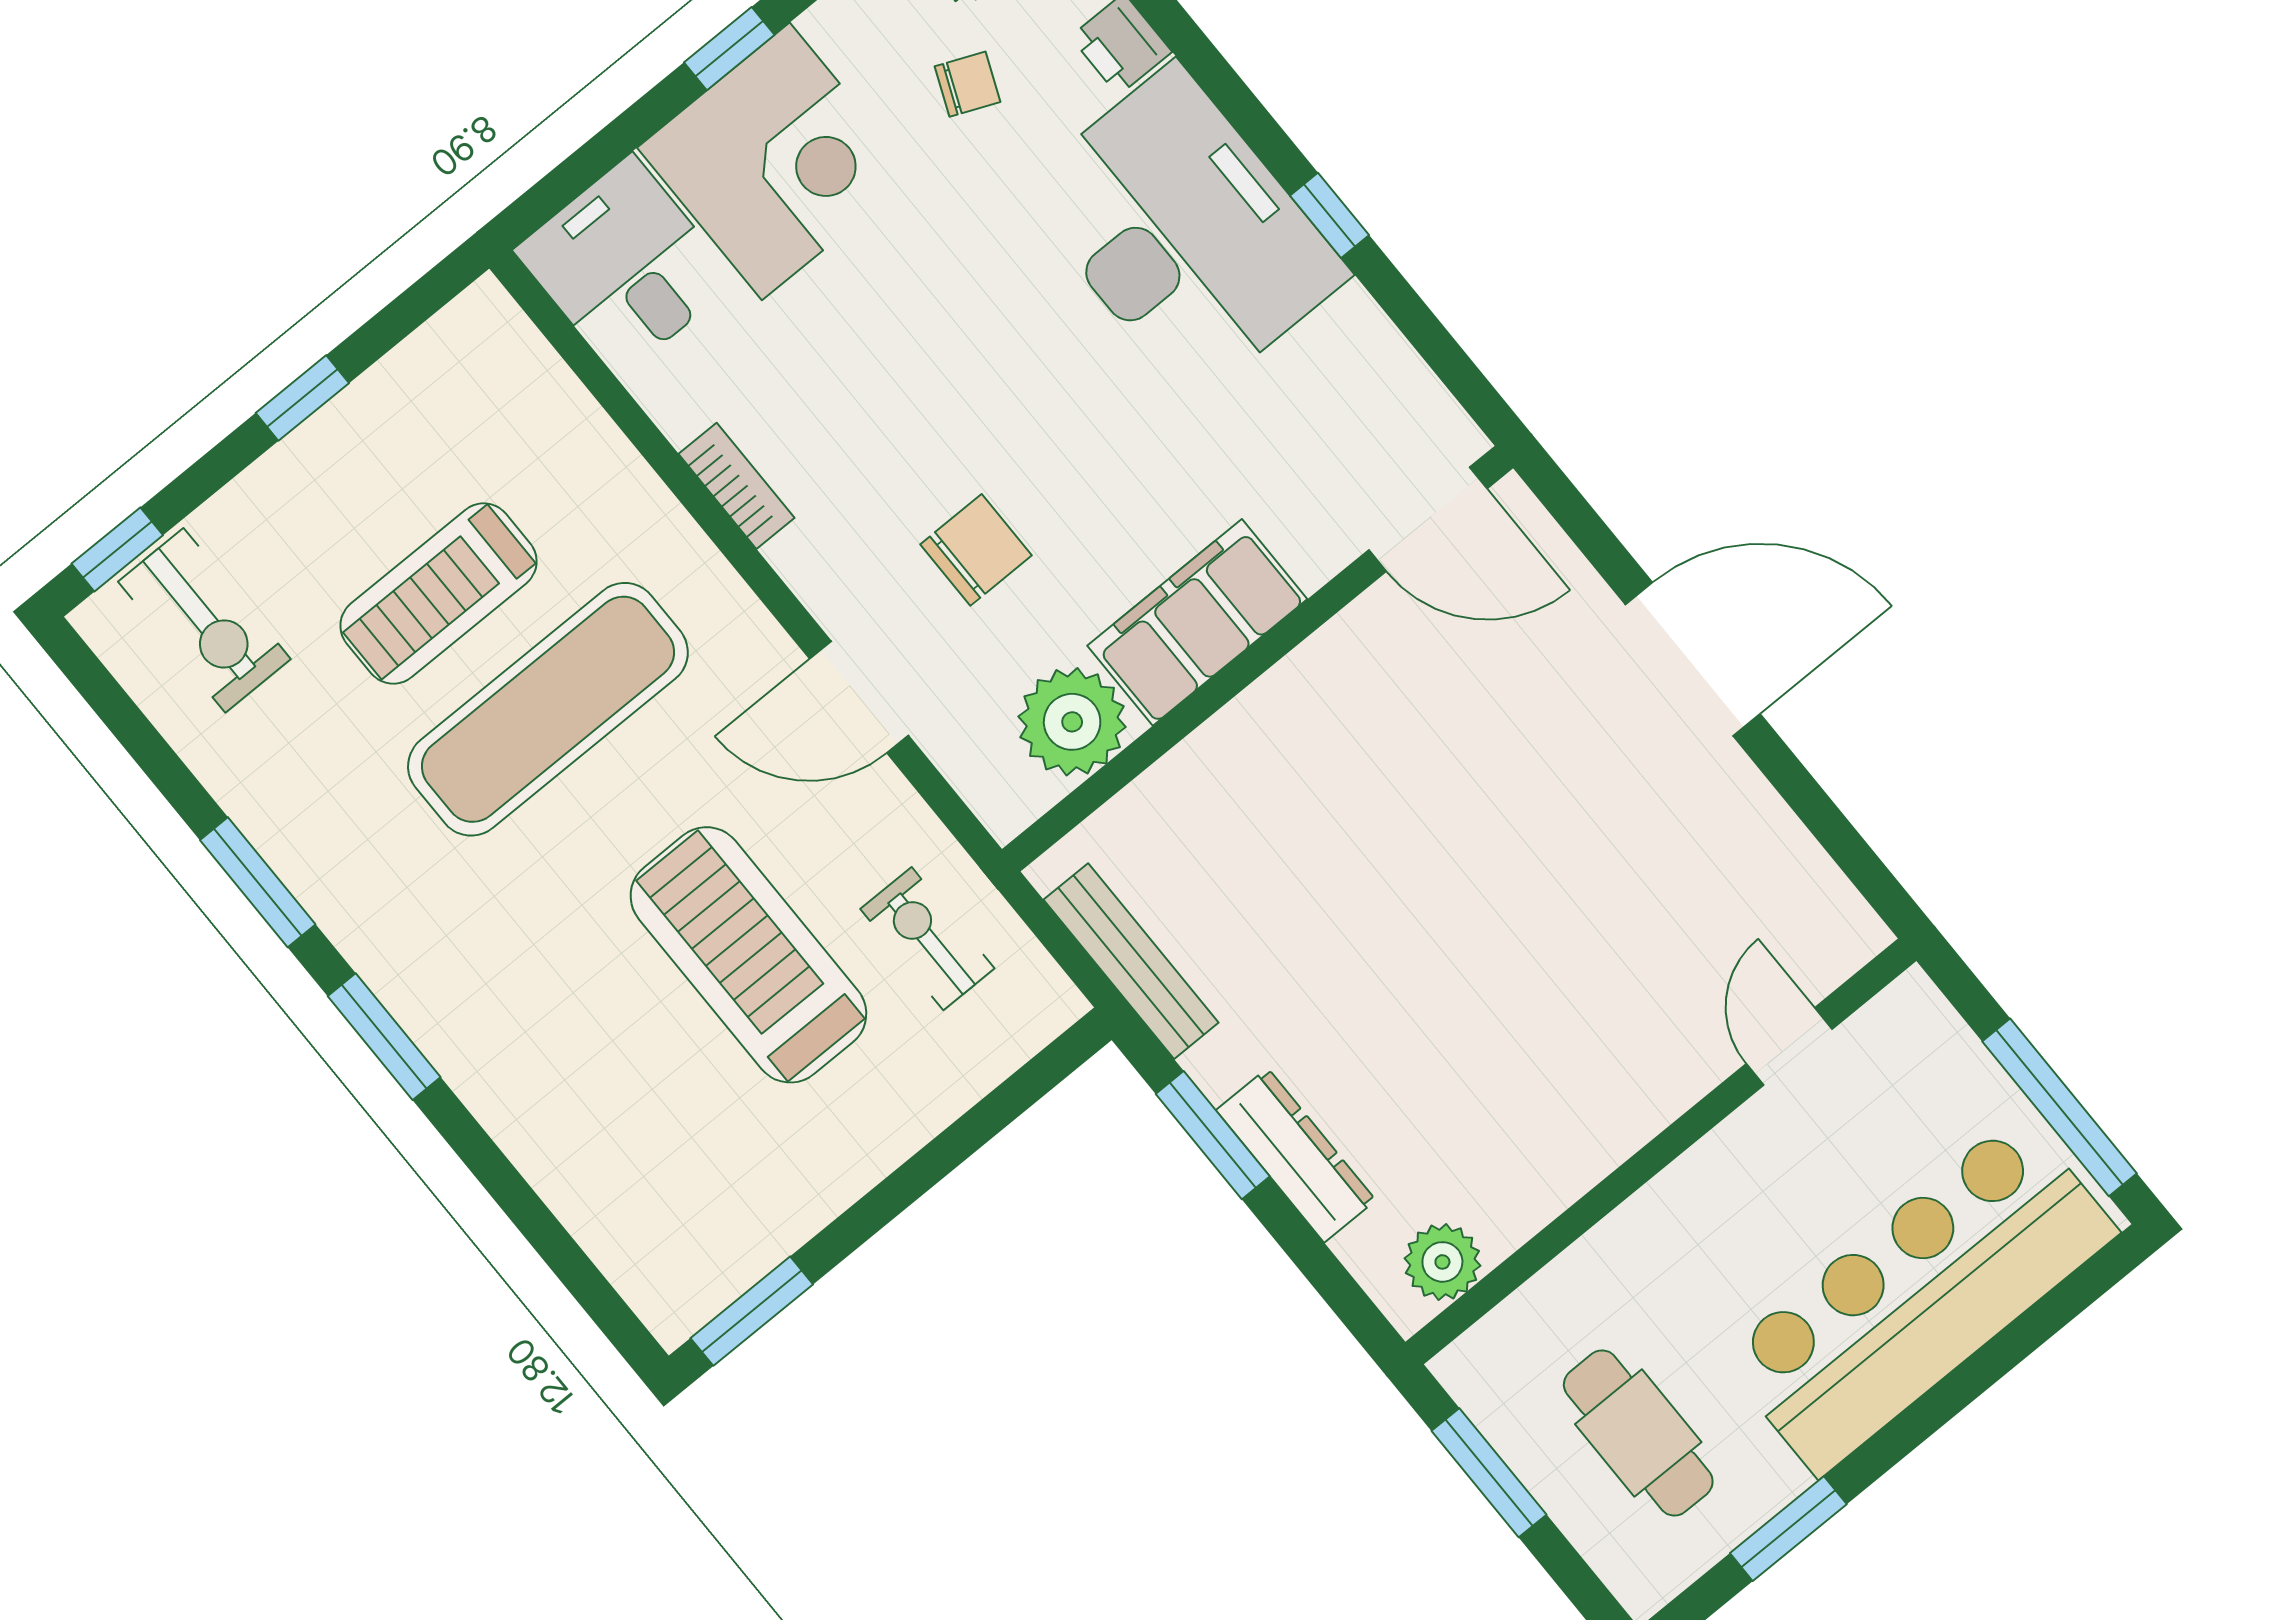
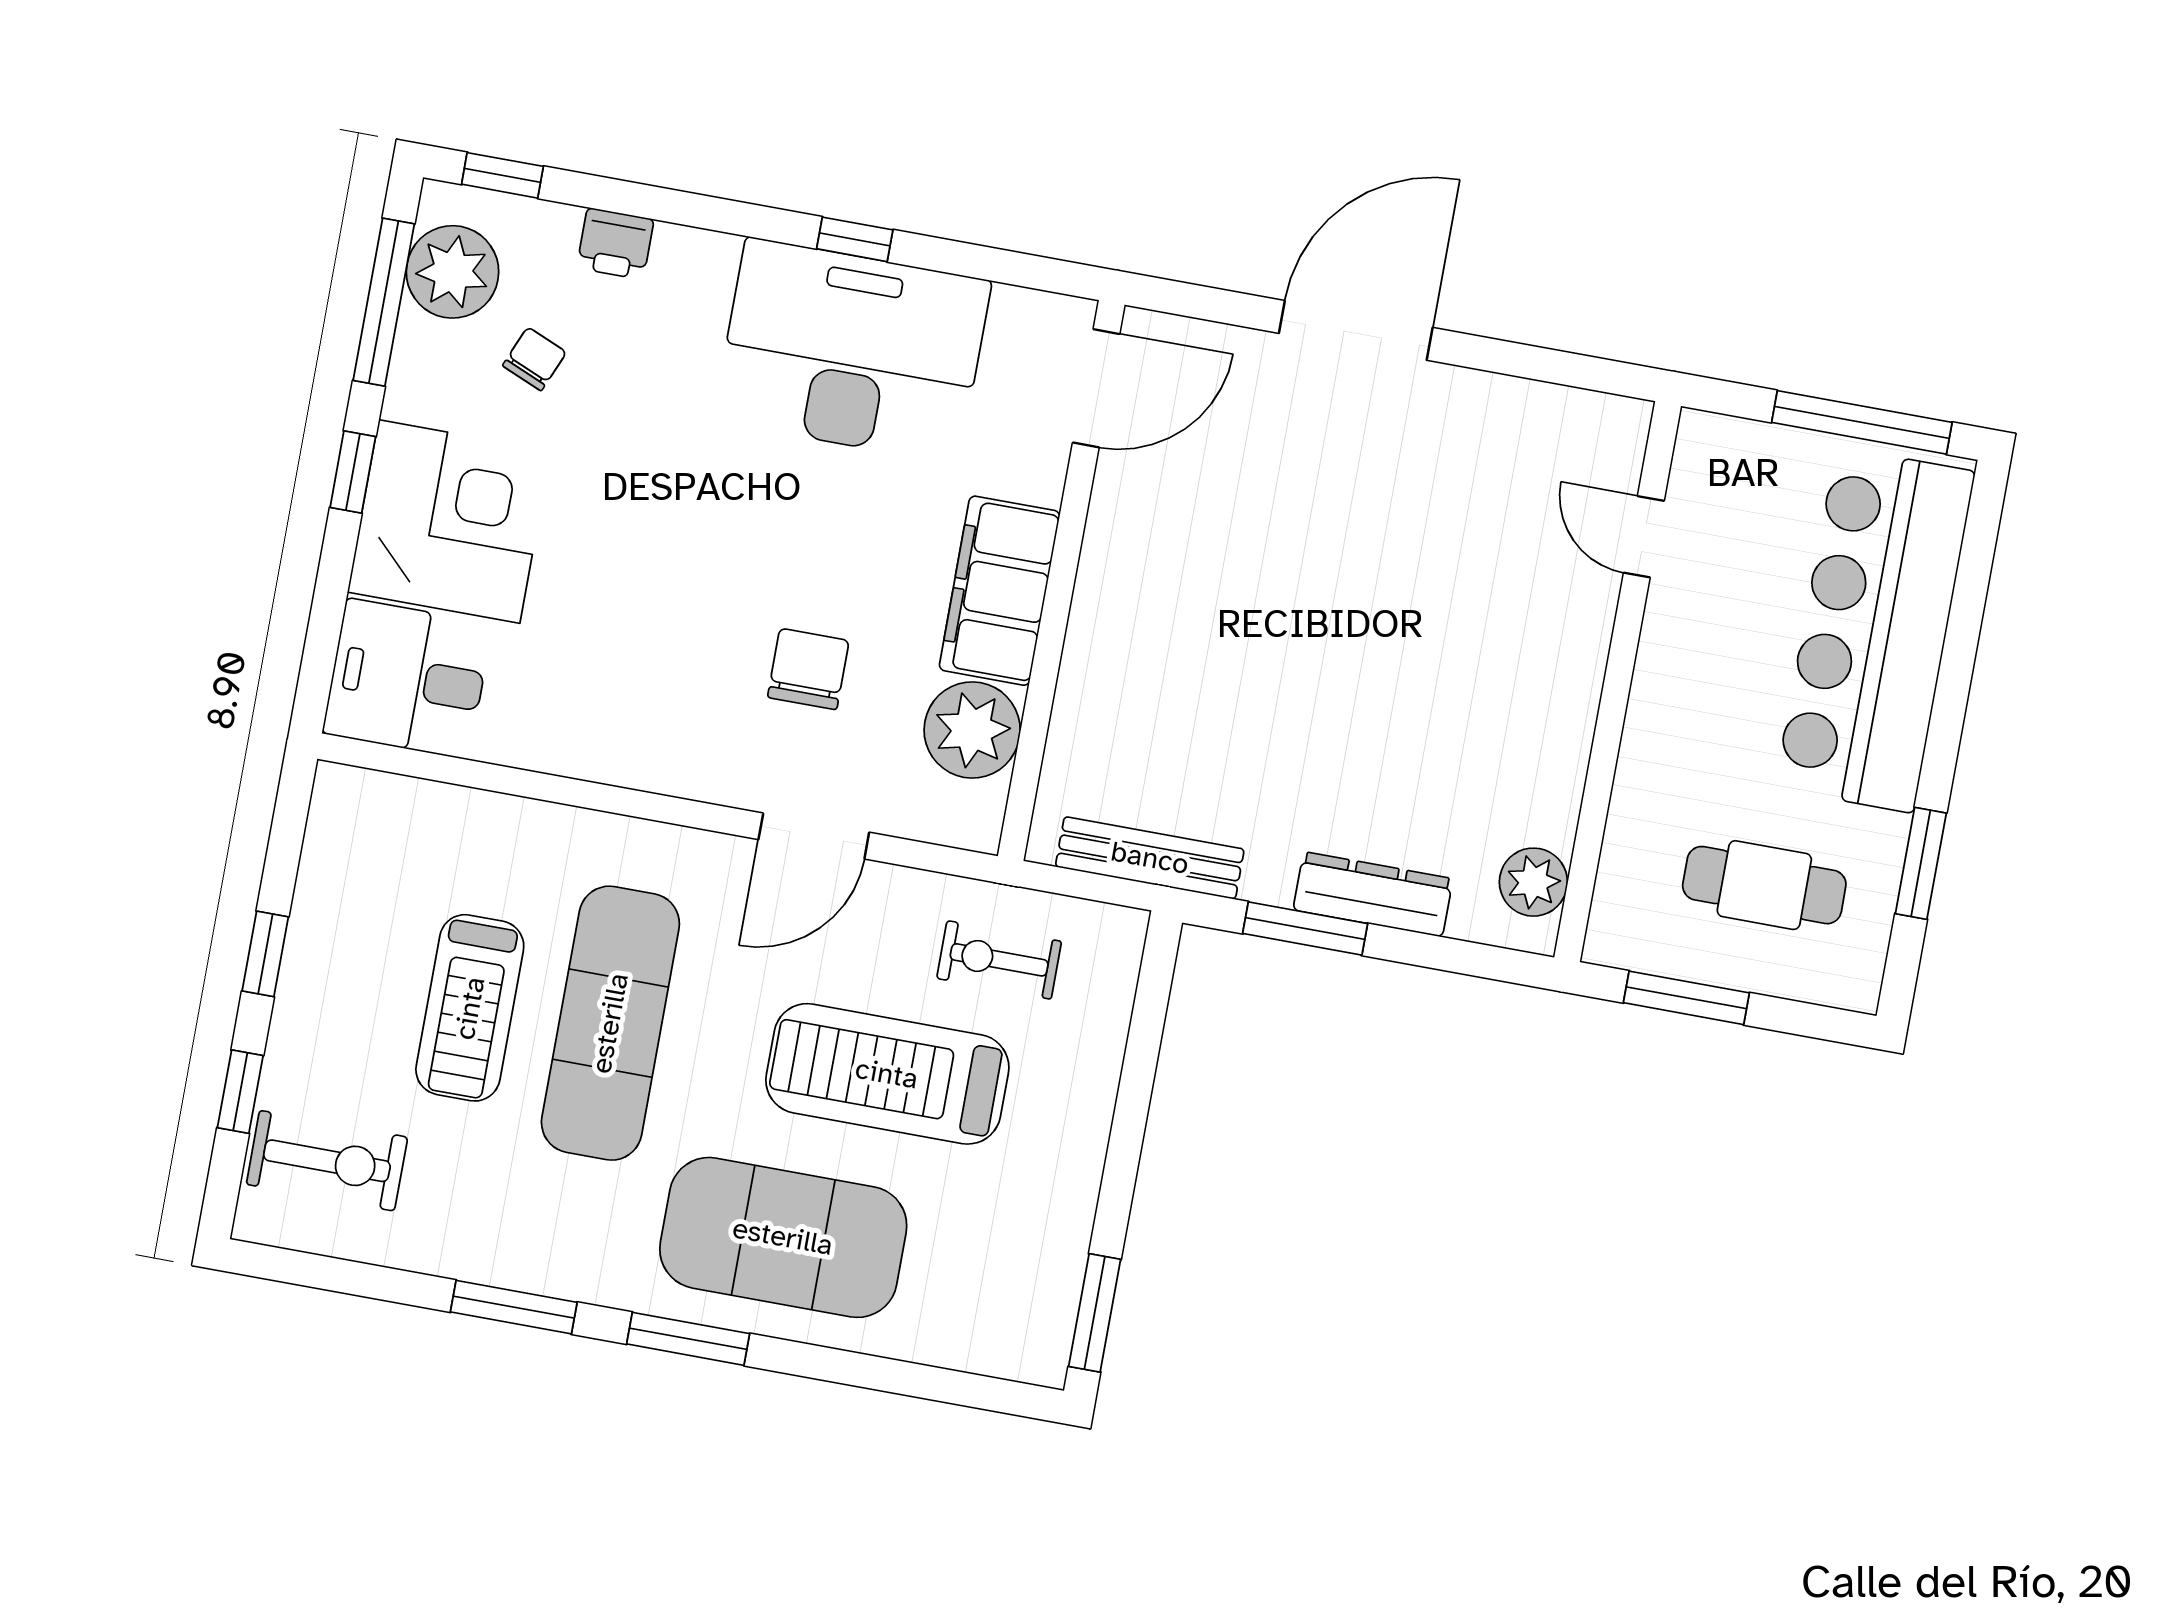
desk: (1184, 233) -> (852, 351), moved
bookcase: (737, 486) -> (609, 764), removed
window: (117, 549) -> (240, 1092), moved
exercise mat: (540, 1019) -> (783, 1237), added

